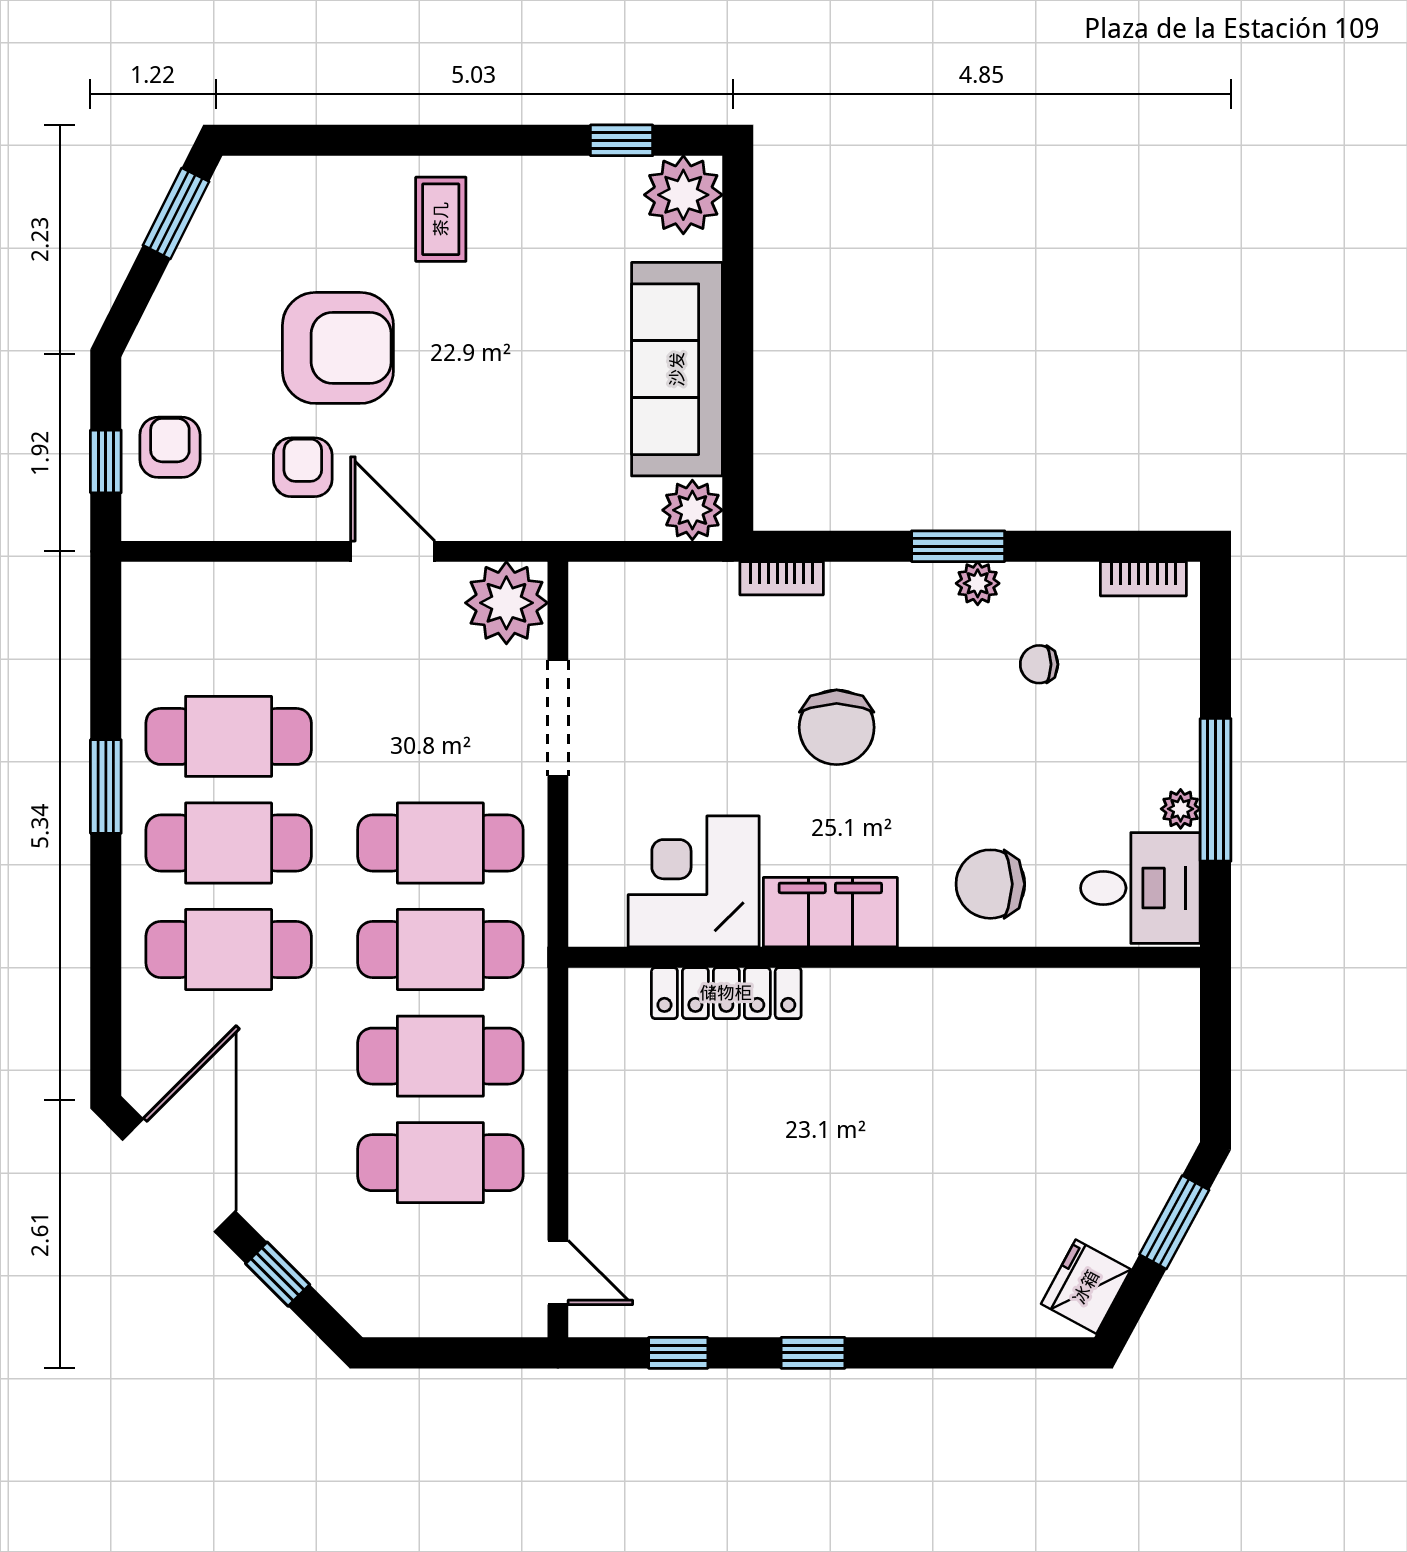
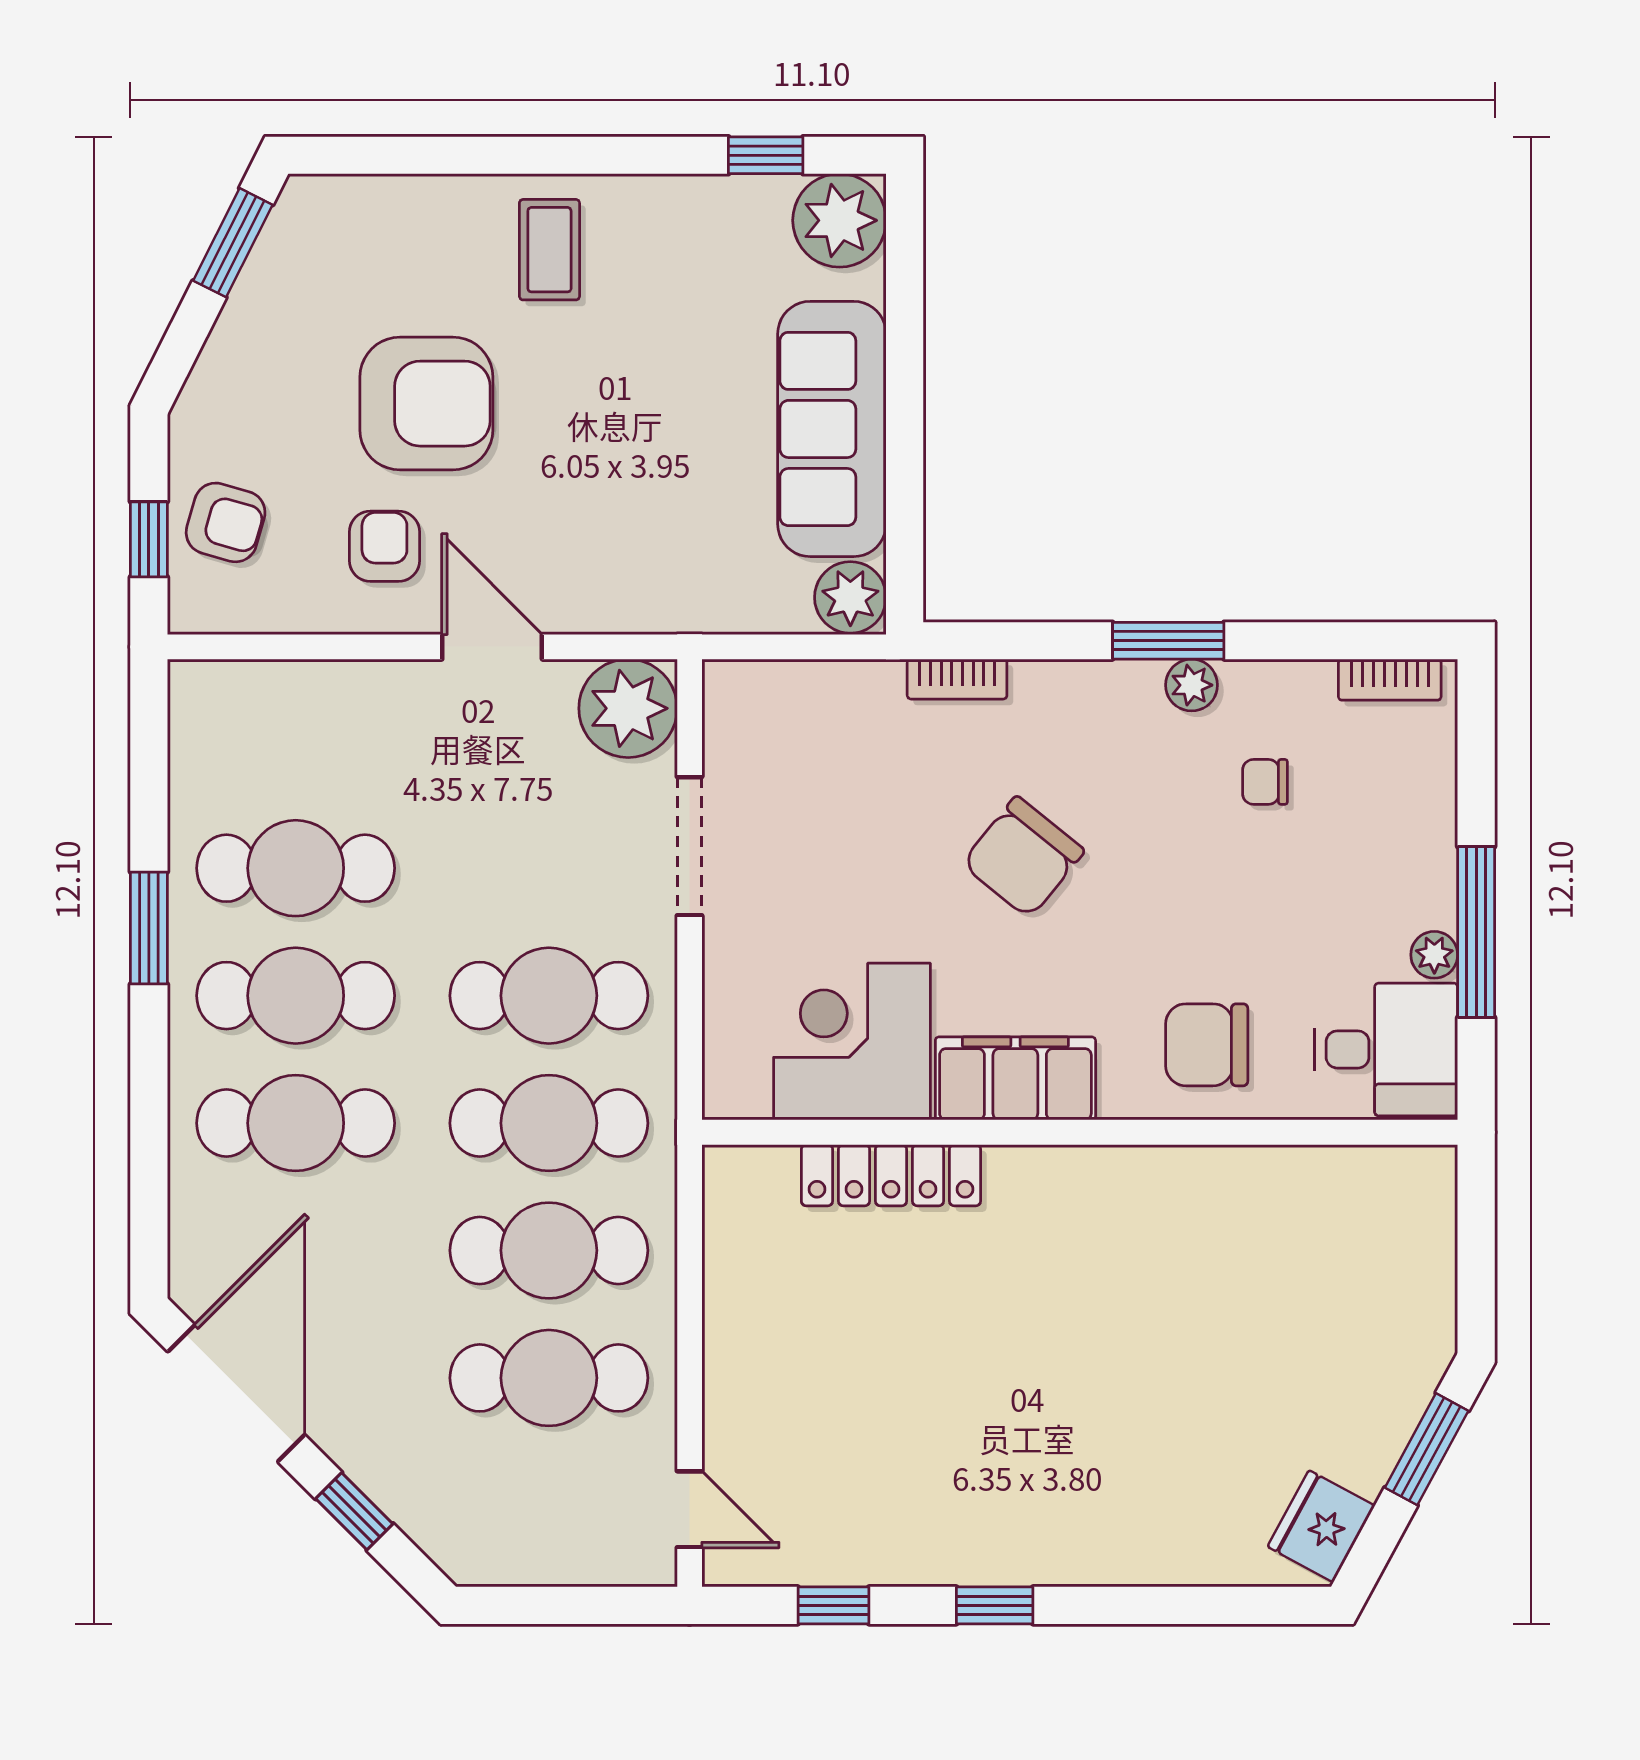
armchair: (170, 447) -> (226, 522), turned 106
chair: (837, 727) -> (1023, 857), turned 39

